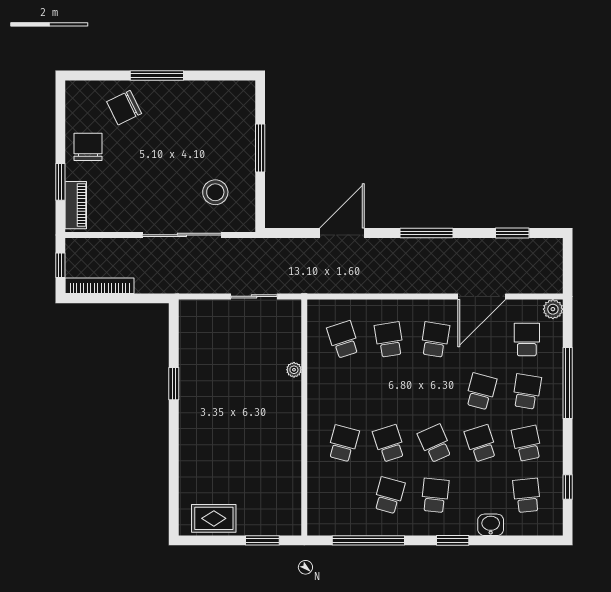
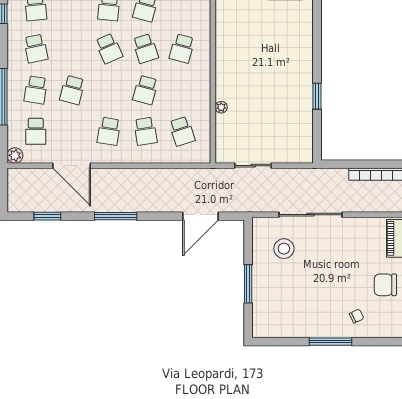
chair: (124, 108) -> (357, 316), width x0.54, depth x0.54
chair: (88, 147) -> (385, 285), turned 90
door: (342, 233) -> (201, 216), moved
door: (482, 296) -> (72, 166), swing flipped
school desk: (481, 443) -> (145, 90), moved, turned 33

